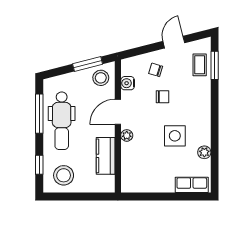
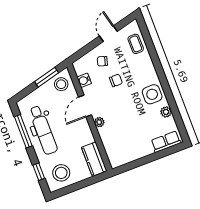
window: (215, 65) -> (148, 40), removed
side table: (175, 136) -> (152, 94), moved
kitchen counter: (106, 156) -> (94, 159), moved

